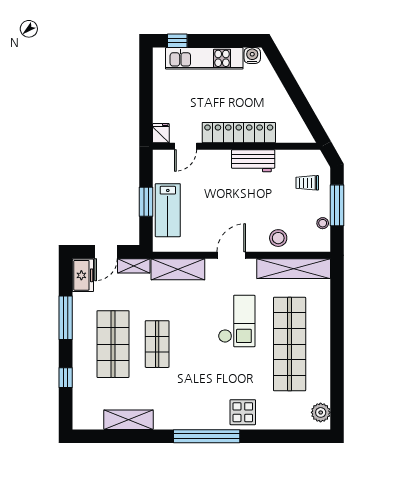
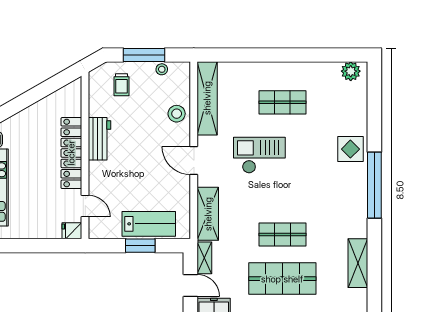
shop shelf: (290, 344) -> (282, 102), width x0.50, depth x0.74

